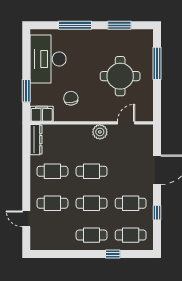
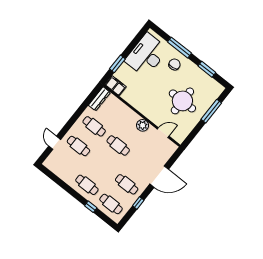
chair: (71, 98) -> (174, 64), moved
cafe table: (92, 203) -> (103, 165), removed

